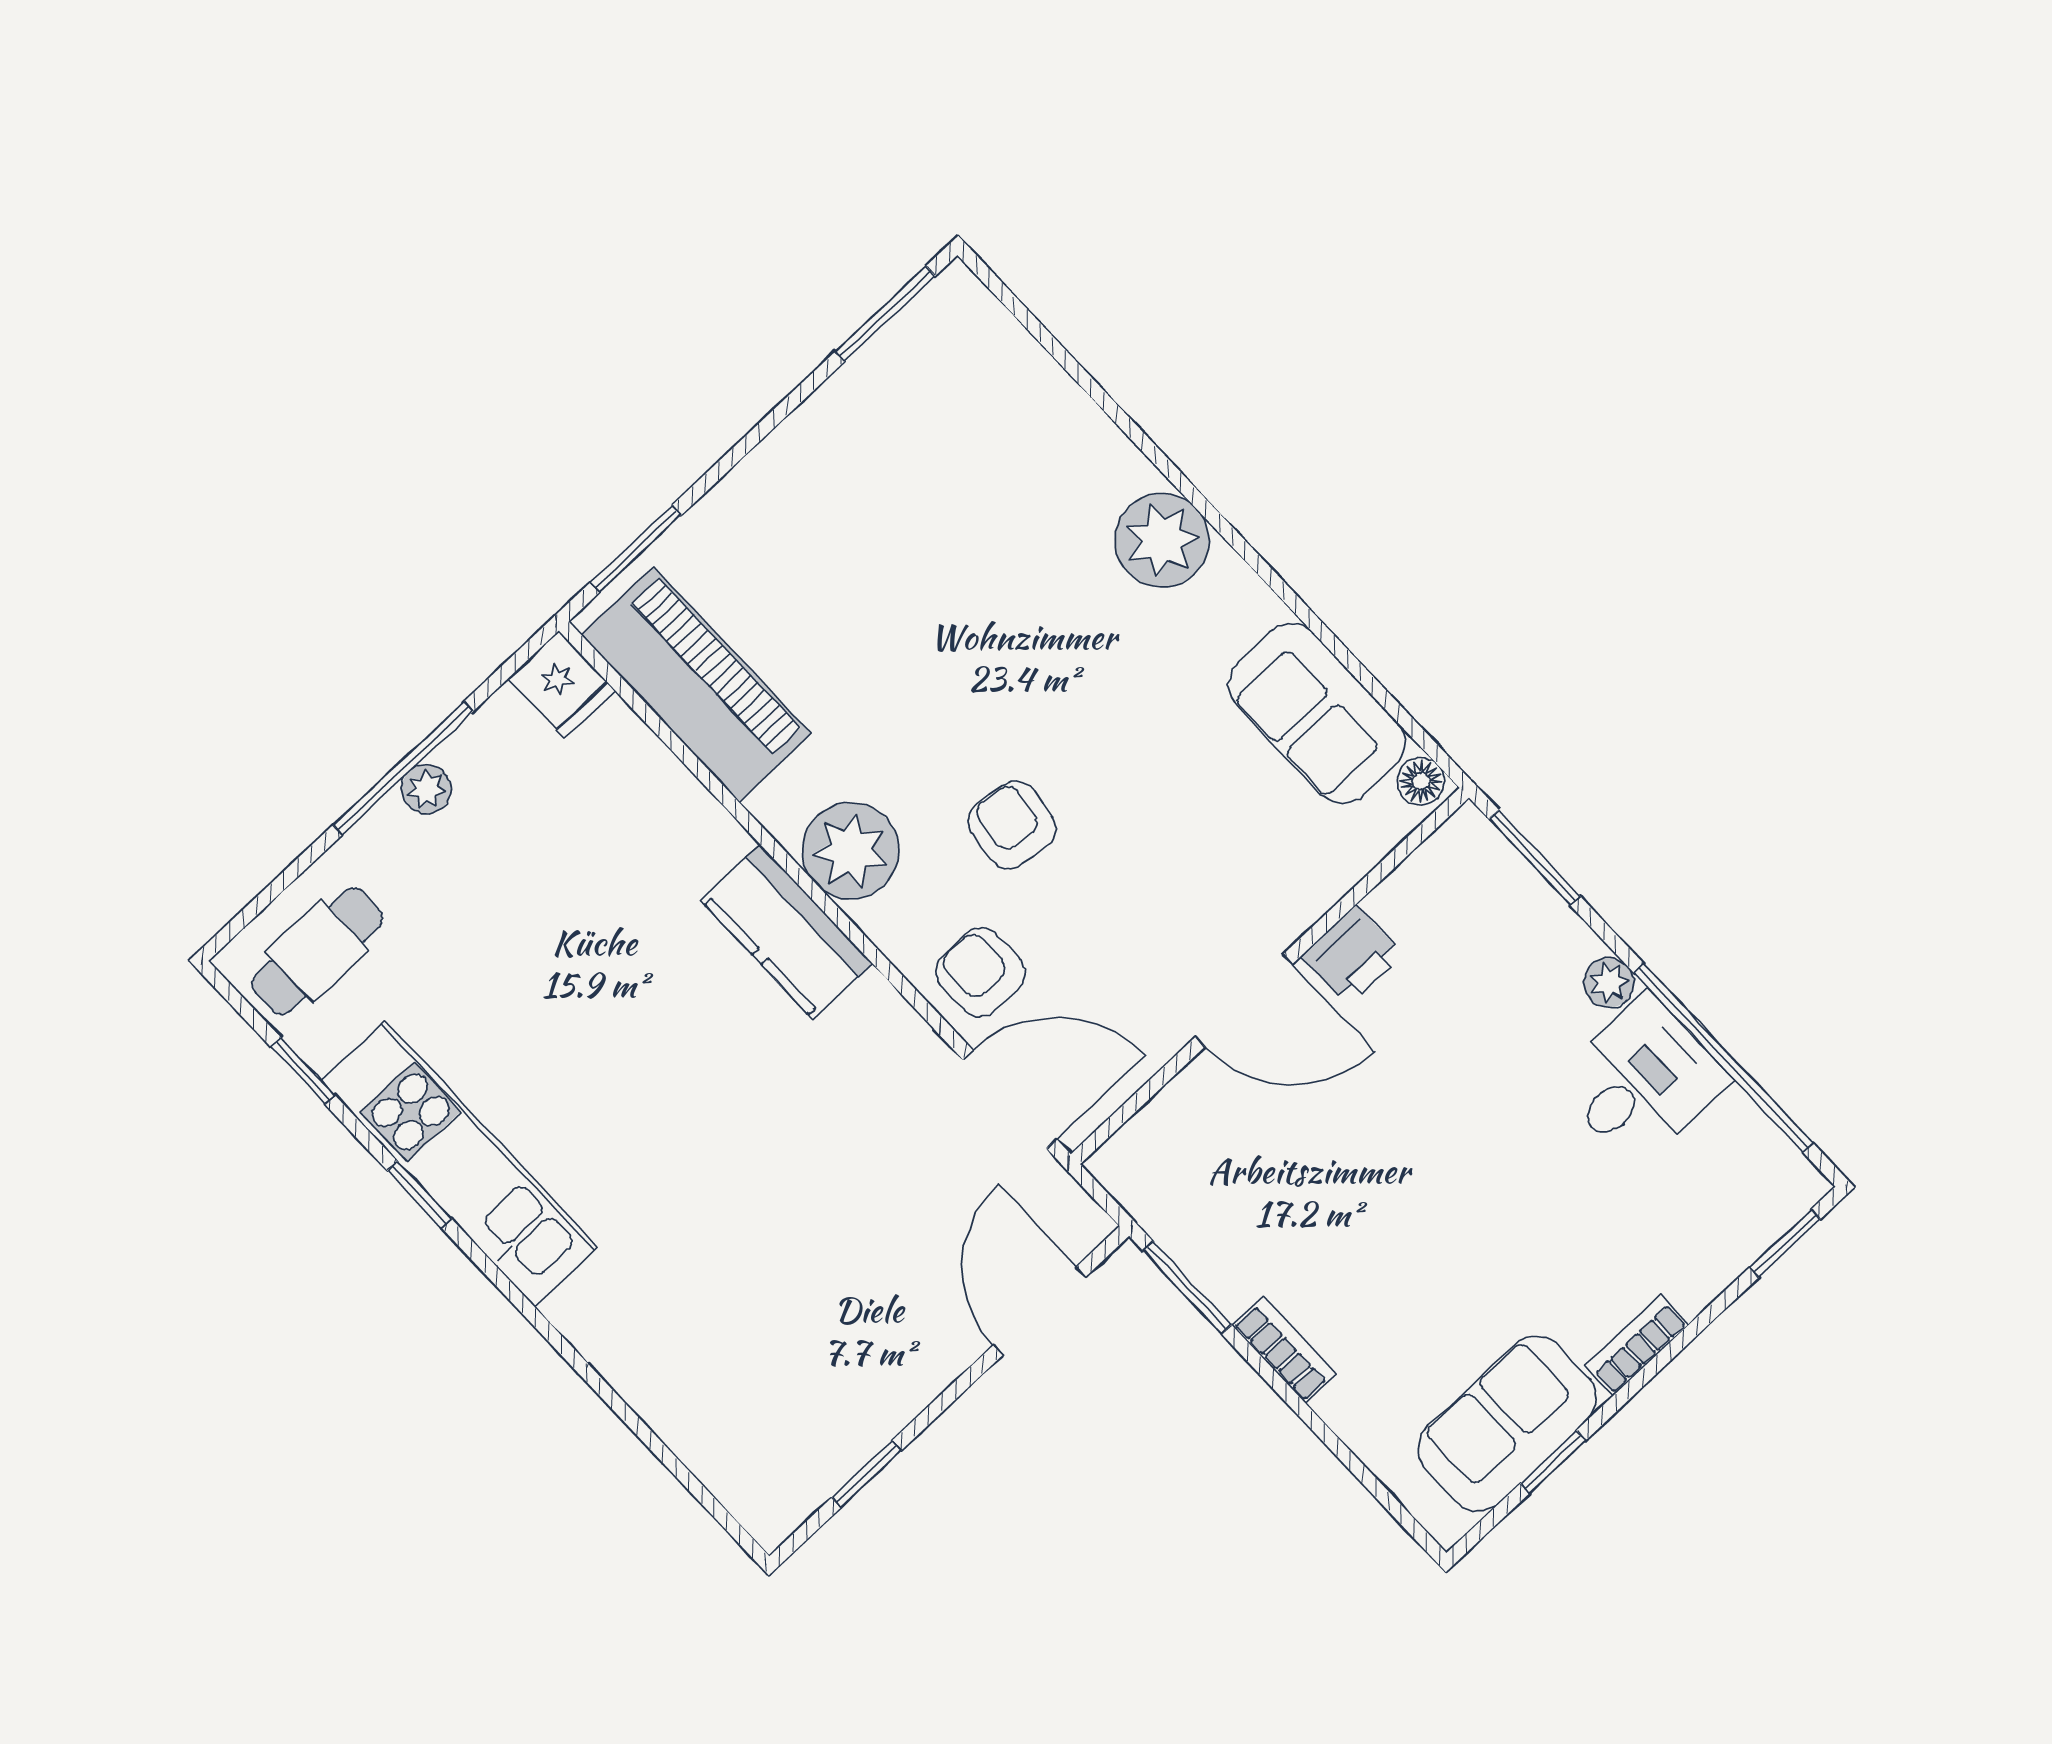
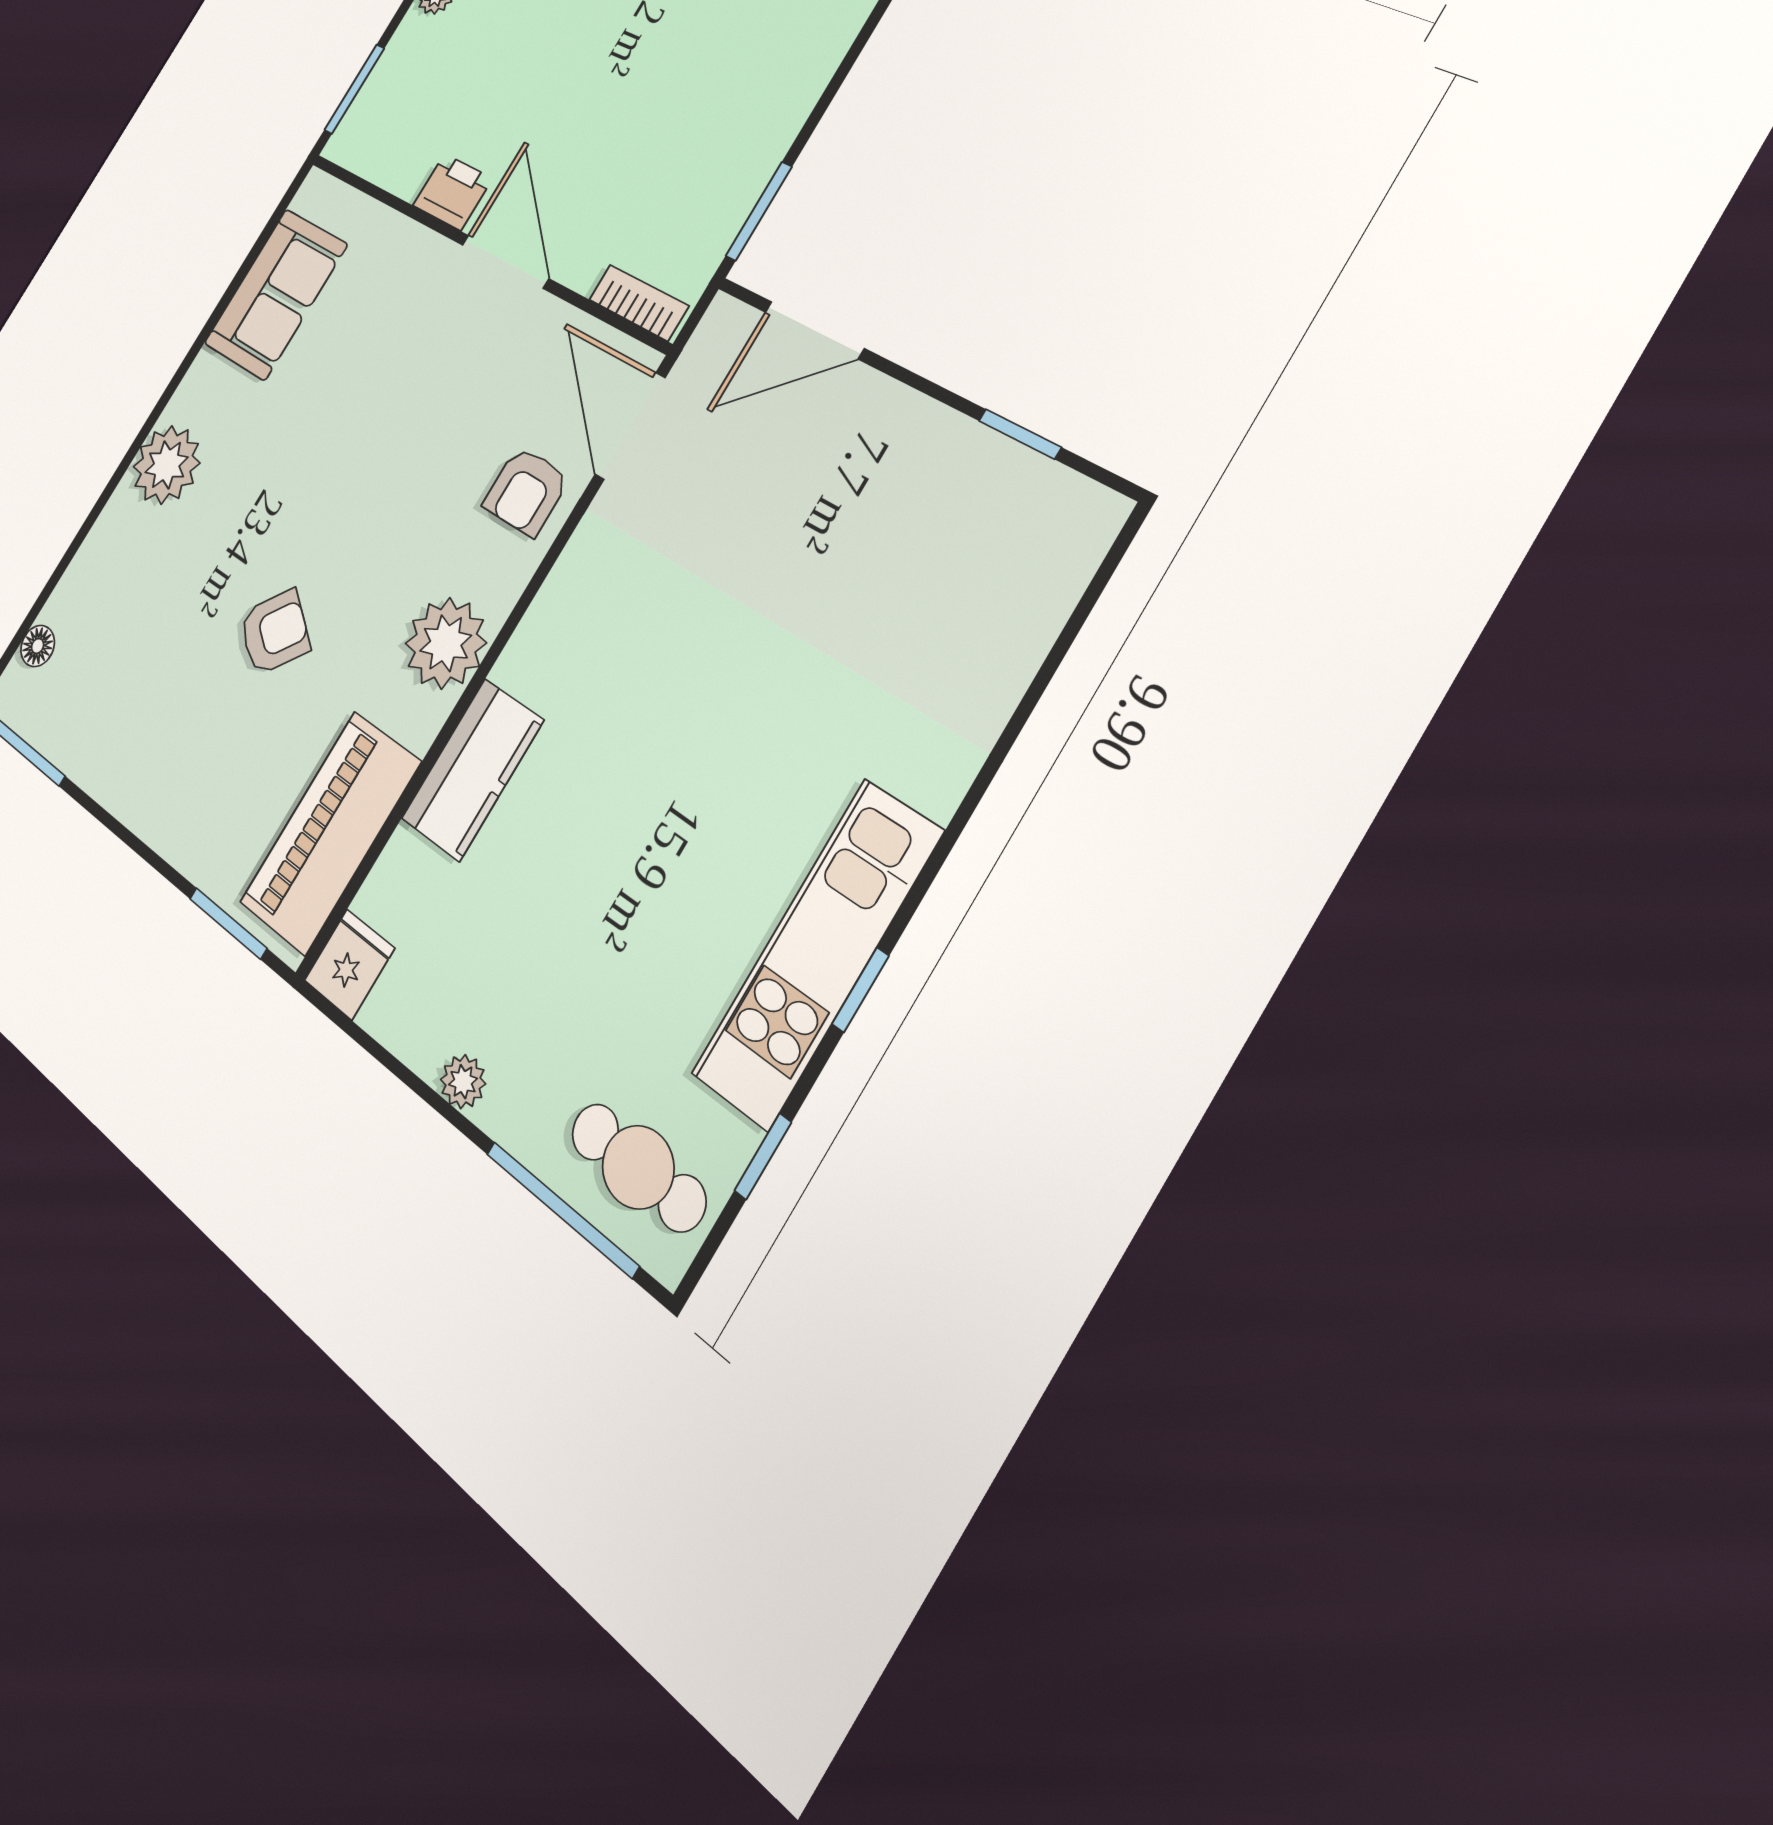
window: (403, 768) -> (562, 1209), moved
floor lamp: (1421, 781) -> (38, 646), moved
armchair: (1012, 825) -> (275, 632), moved, turned -151
kitchen counter: (786, 932) -> (472, 769), moved
bookcase: (1284, 1350) -> (639, 303), moved, turned 90

